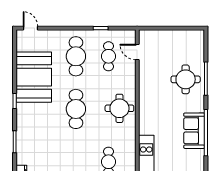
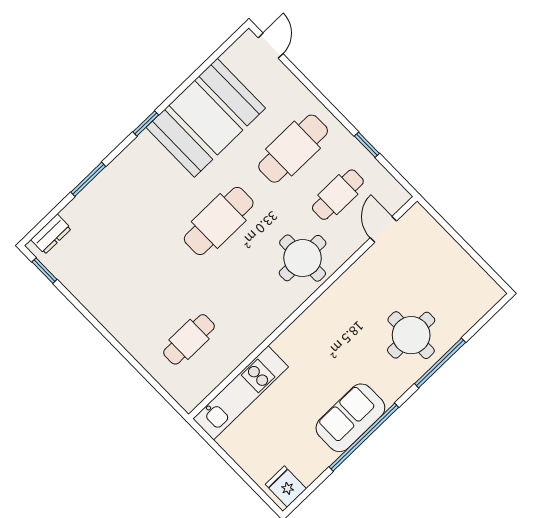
round table: (119, 108) -> (303, 258), moved

